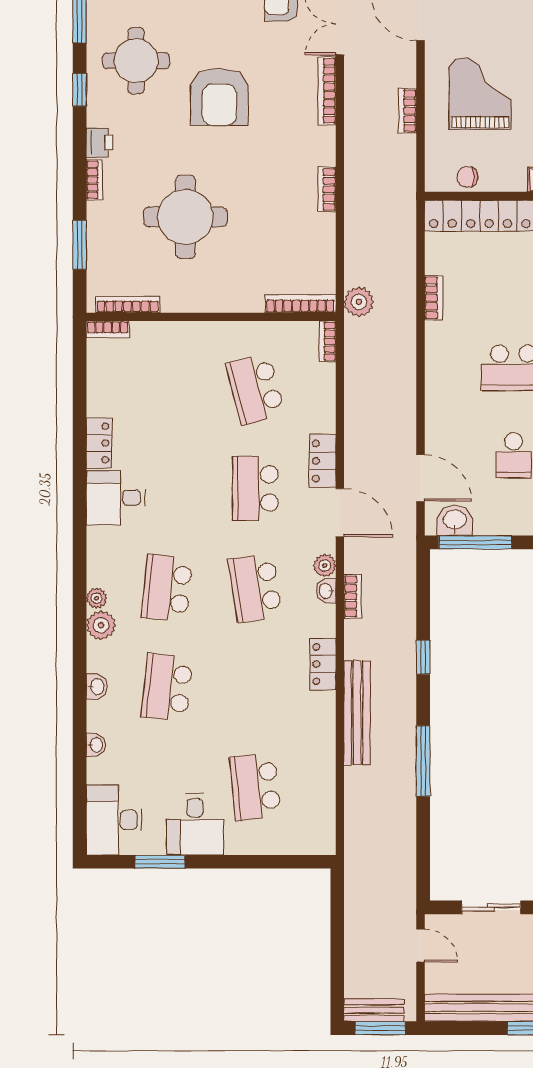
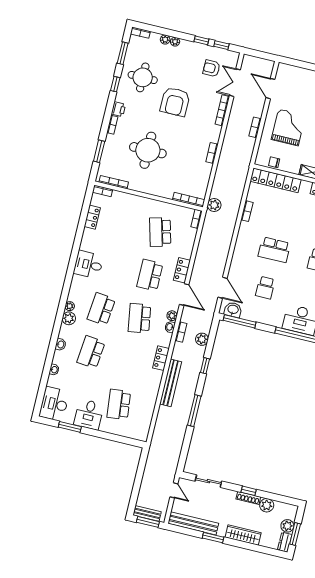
locker: (99, 443) -> (92, 217), moved
plant: (402, 601) -> (202, 339), added

